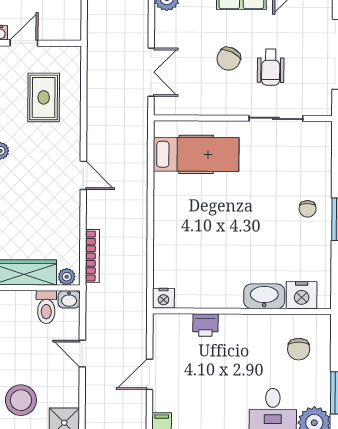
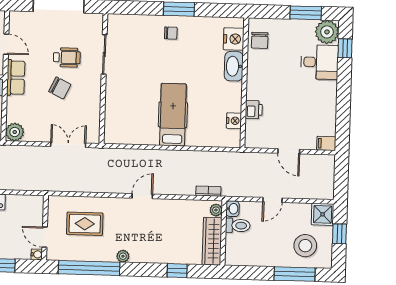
hospital bed: (196, 154) -> (173, 115), moved
bookcase: (92, 256) -> (208, 191), width x0.64
nightstand: (163, 298) -> (234, 121), moved
chair: (299, 349) -> (260, 40), moved, turned 90

